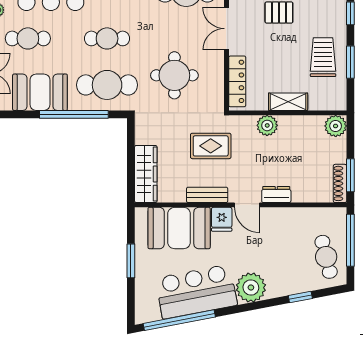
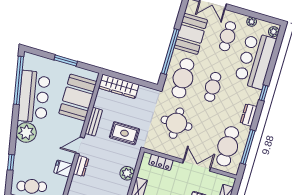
locker: (237, 81) -> (161, 162), width x0.66
rug: (211, 146) -> (124, 133), turned 90
fridge: (222, 219) -> (63, 168), moved

